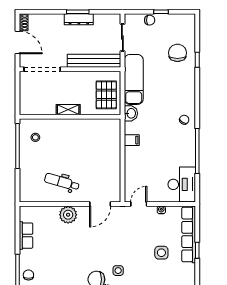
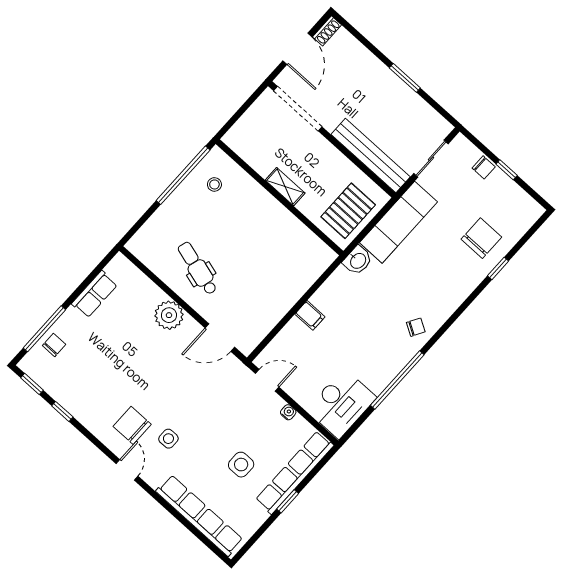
dresser: (79, 19) -> (398, 88), removed
filing cabinet: (132, 140) -> (310, 315), moved

